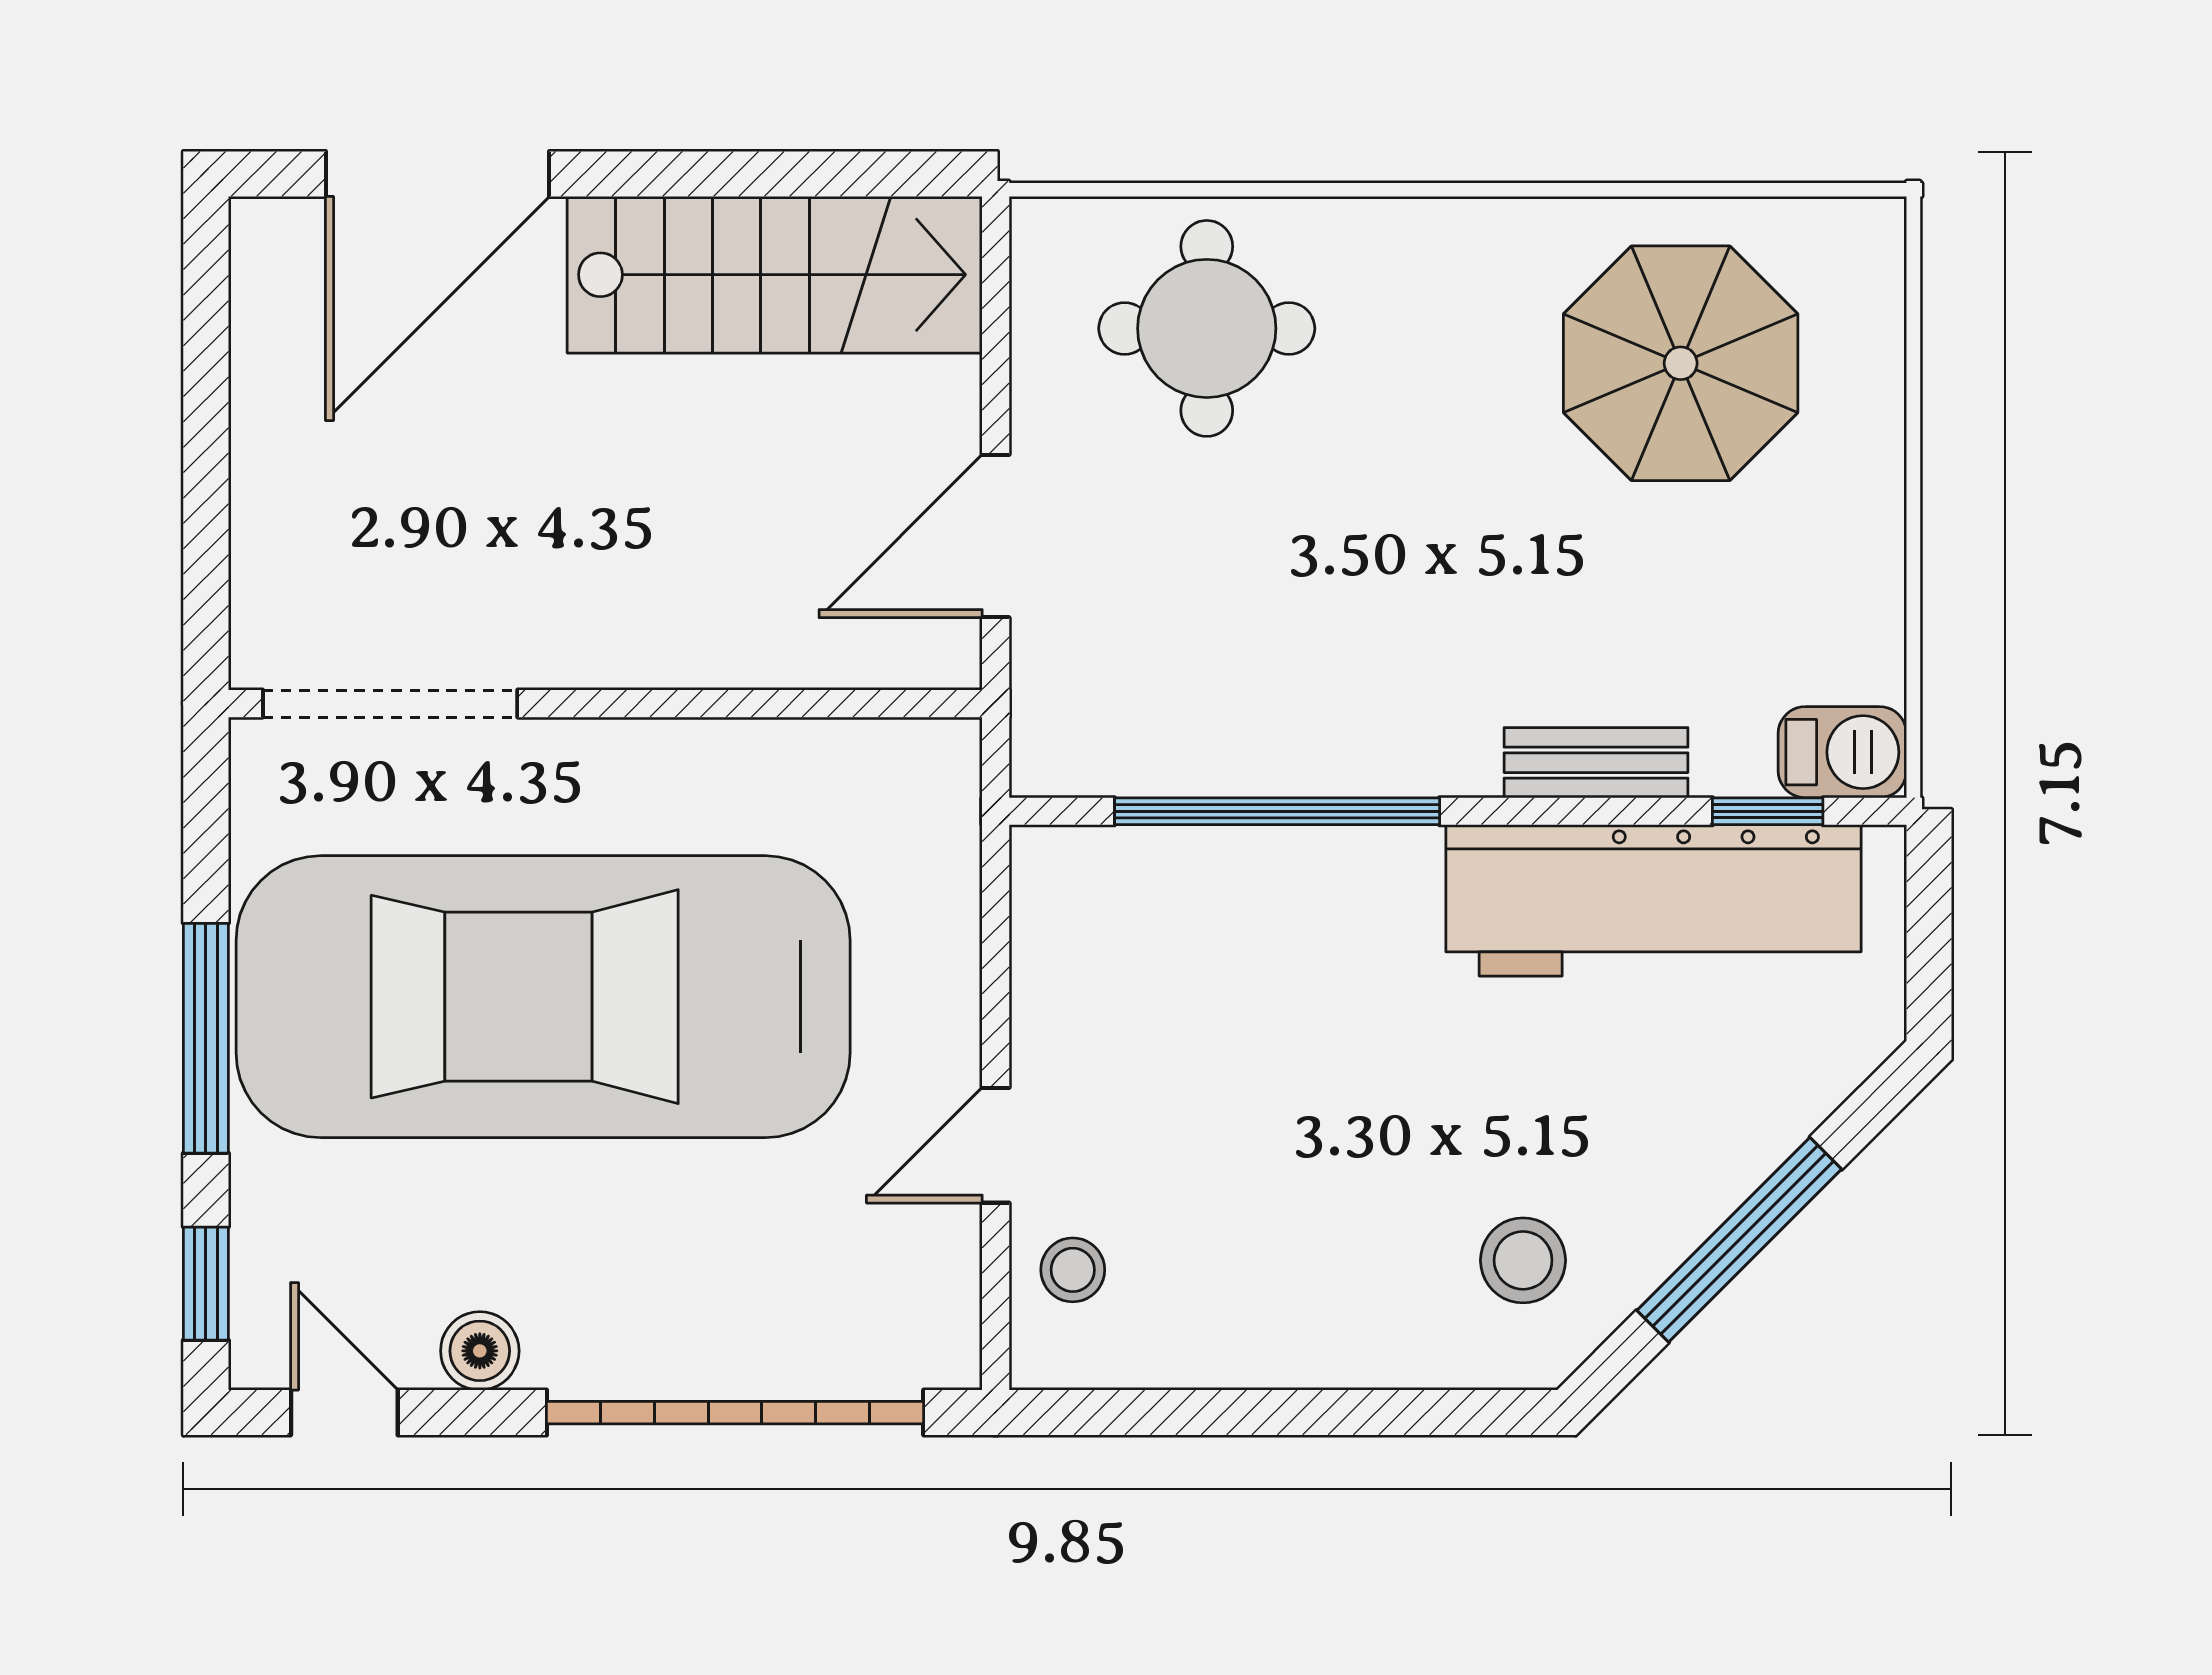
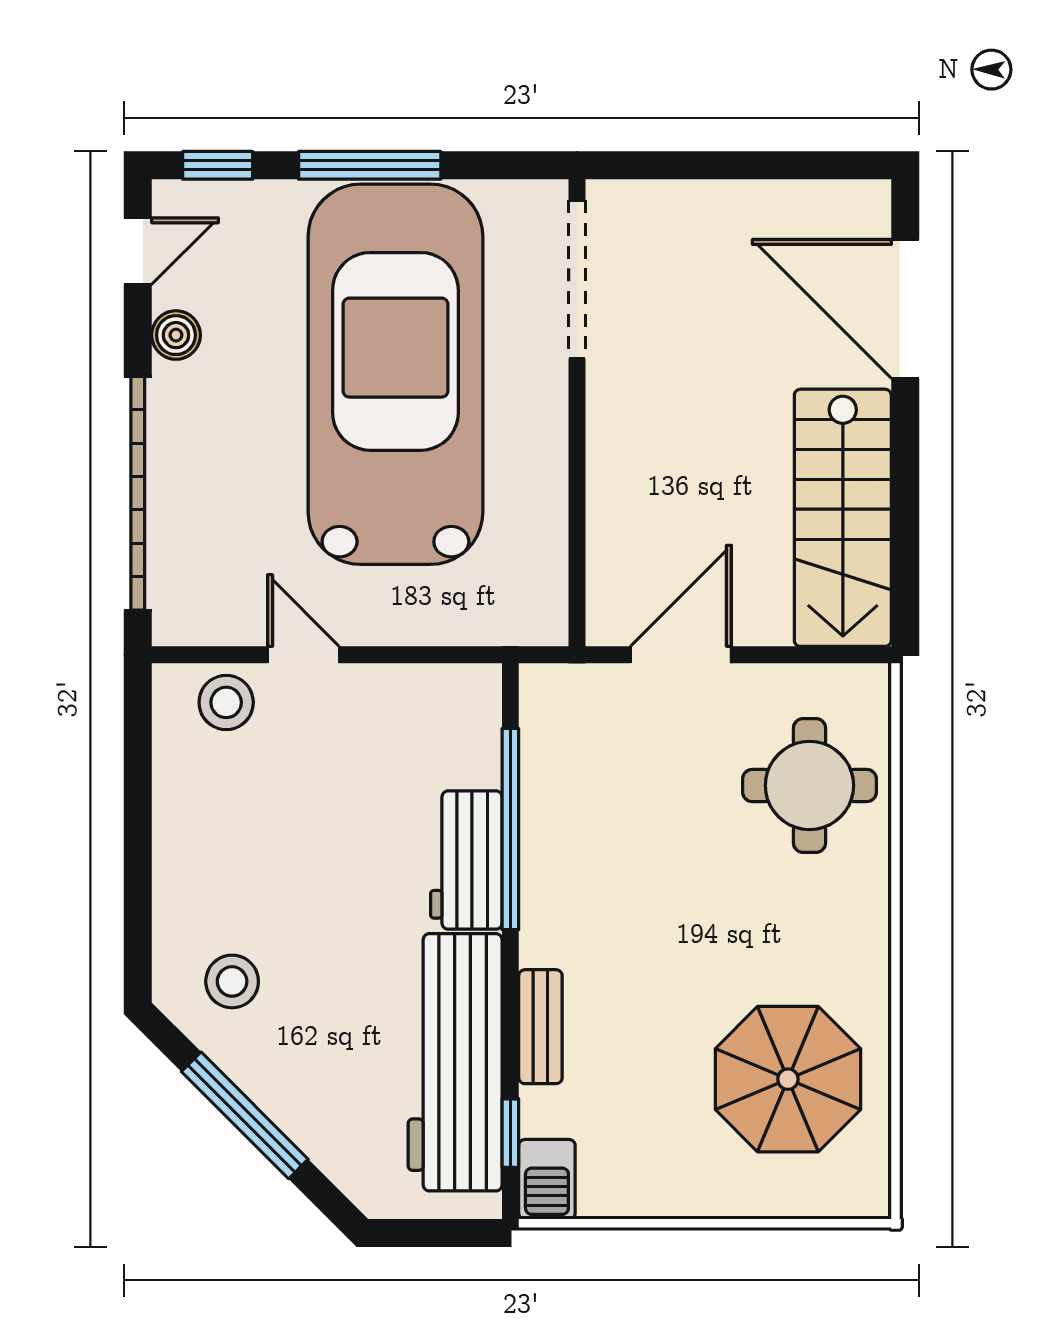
door: (996, 536) -> (681, 655), hinge flipped
workbench: (1327, 882) -> (466, 860), added
stool: (1073, 1270) -> (226, 702), width x1.37, depth x1.37

